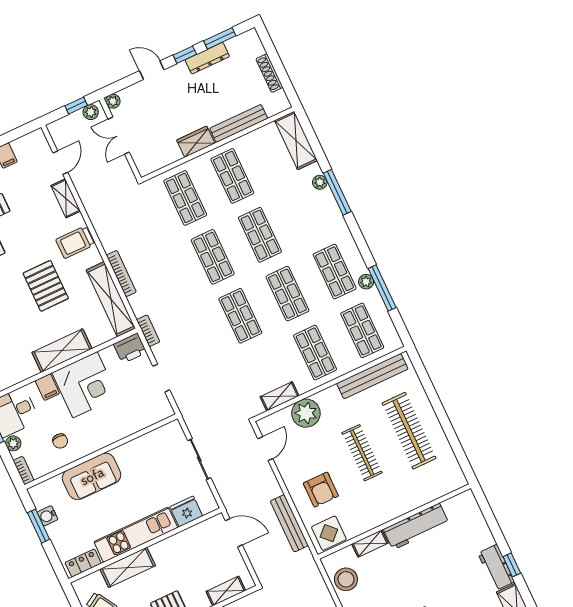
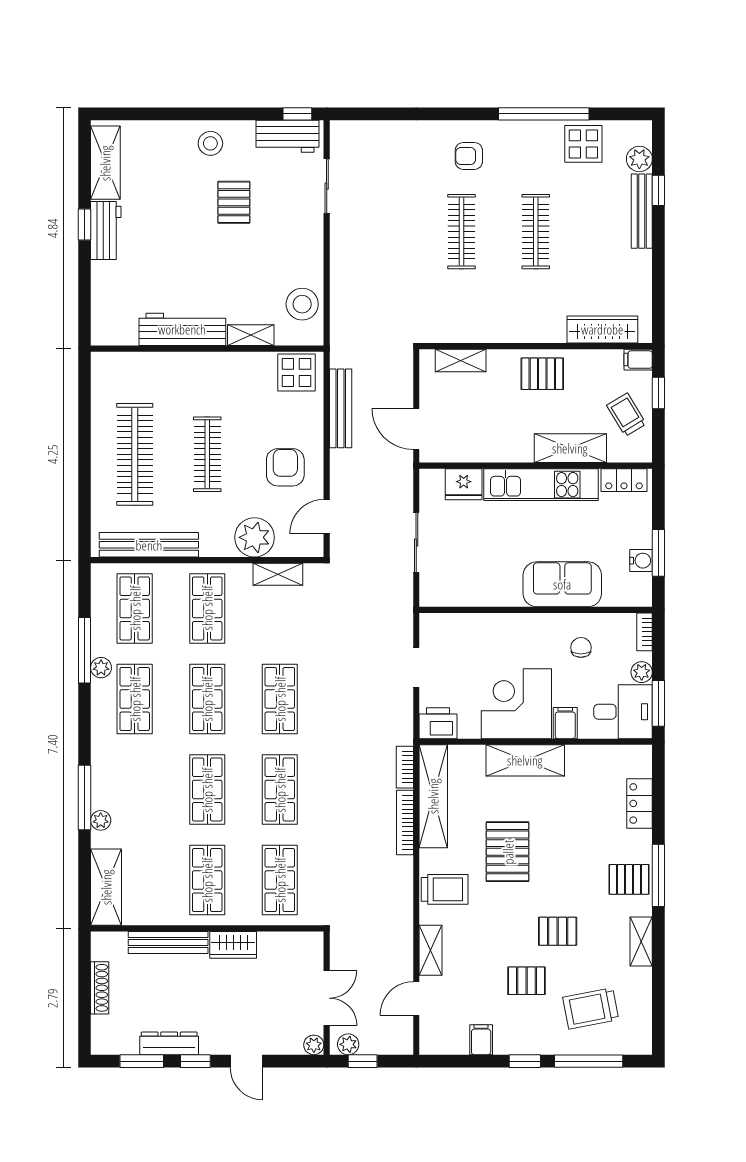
bookcase: (148, 331) -> (405, 767), moved
armchair: (321, 490) -> (285, 467), moved

